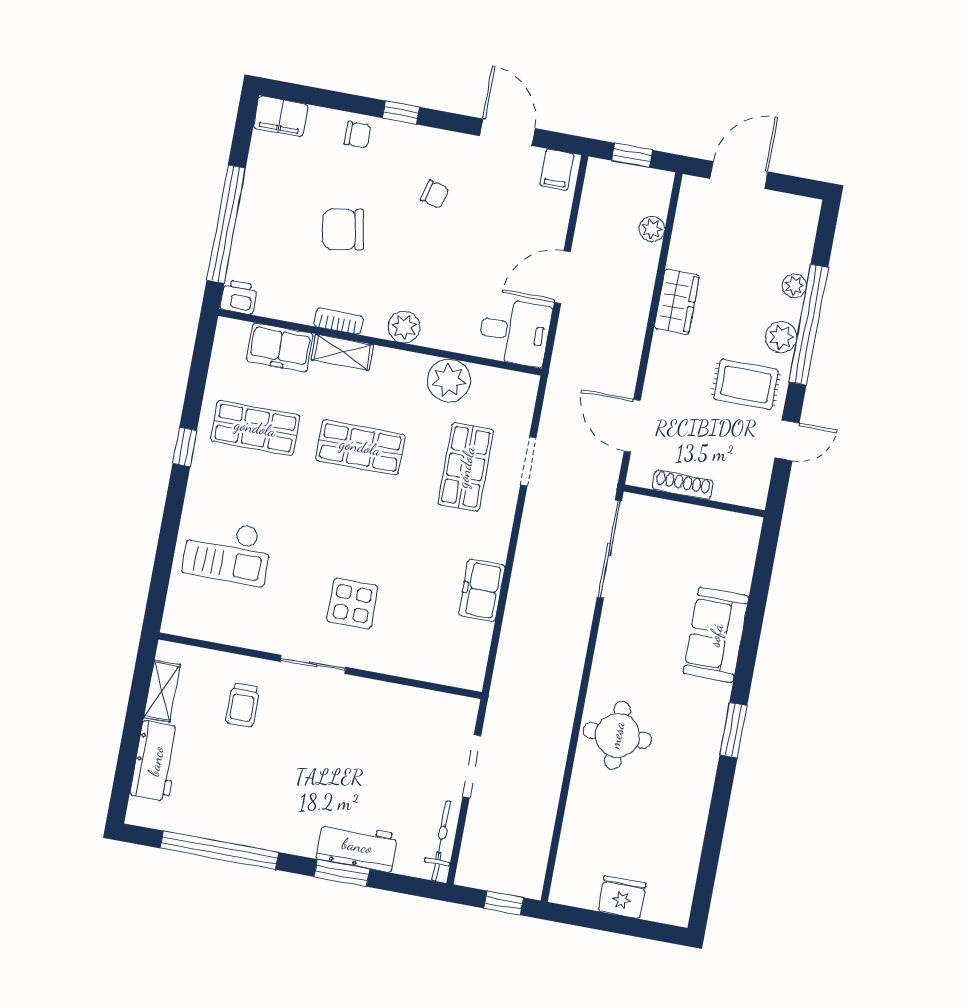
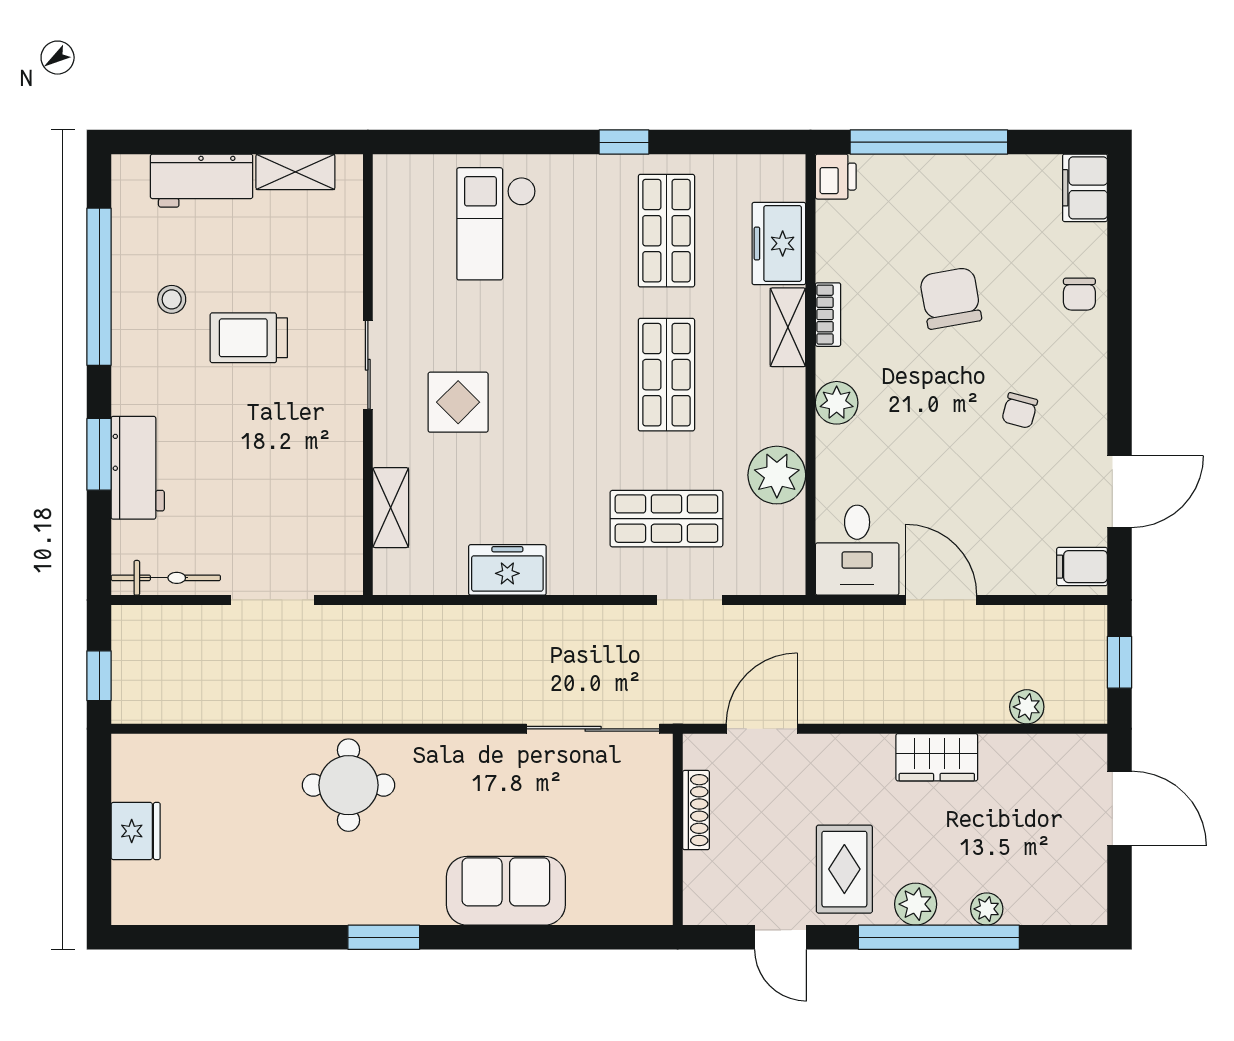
window: (401, 112) -> (1120, 346), removed
shelving: (420, 667) -> (391, 508), added
trolley: (243, 705) -> (249, 338), moved, width x1.36, depth x1.39
stool: (238, 799) -> (172, 299), added

